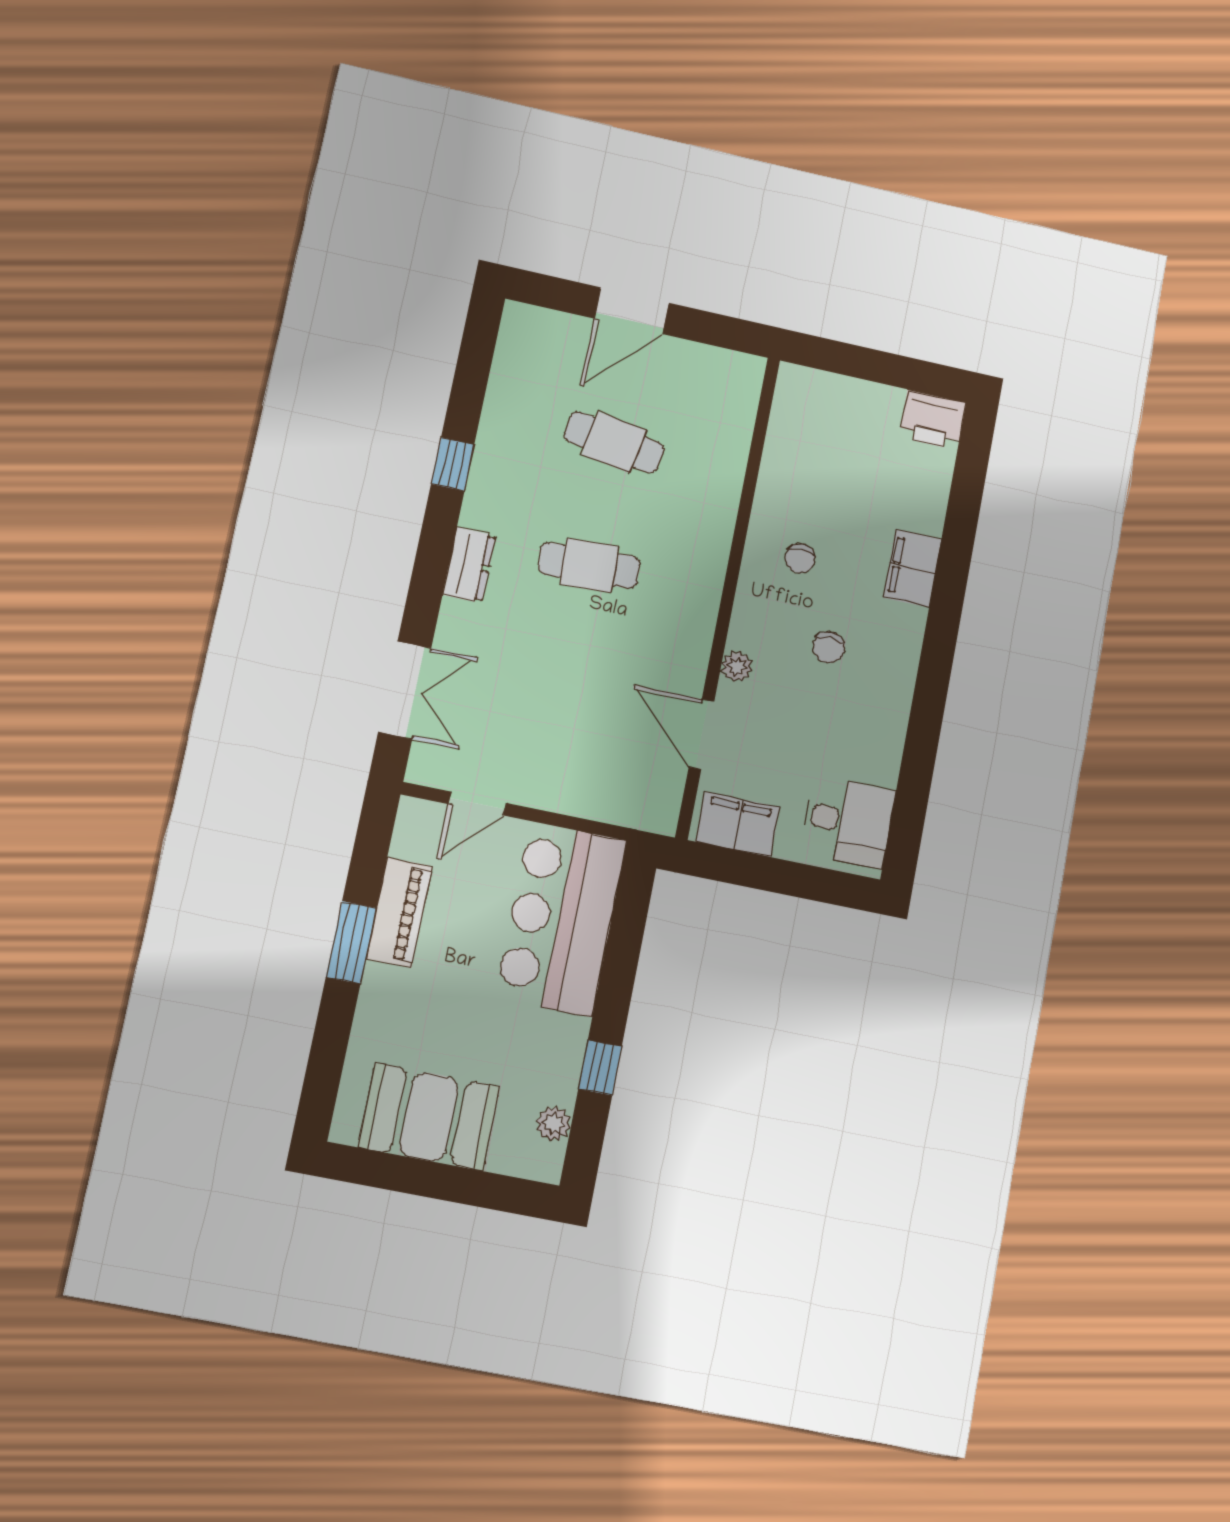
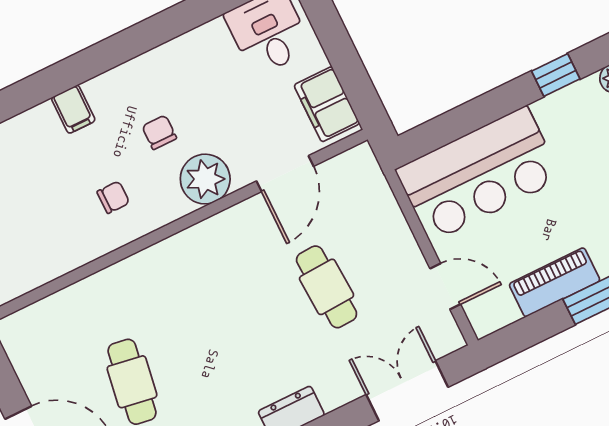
cafe table: (589, 565) -> (327, 287), moved
filing cabinet: (913, 568) -> (73, 109), width x0.50
chair: (829, 647) -> (159, 132), turned -90
plant: (737, 666) -> (205, 179), width x1.88, depth x1.88

